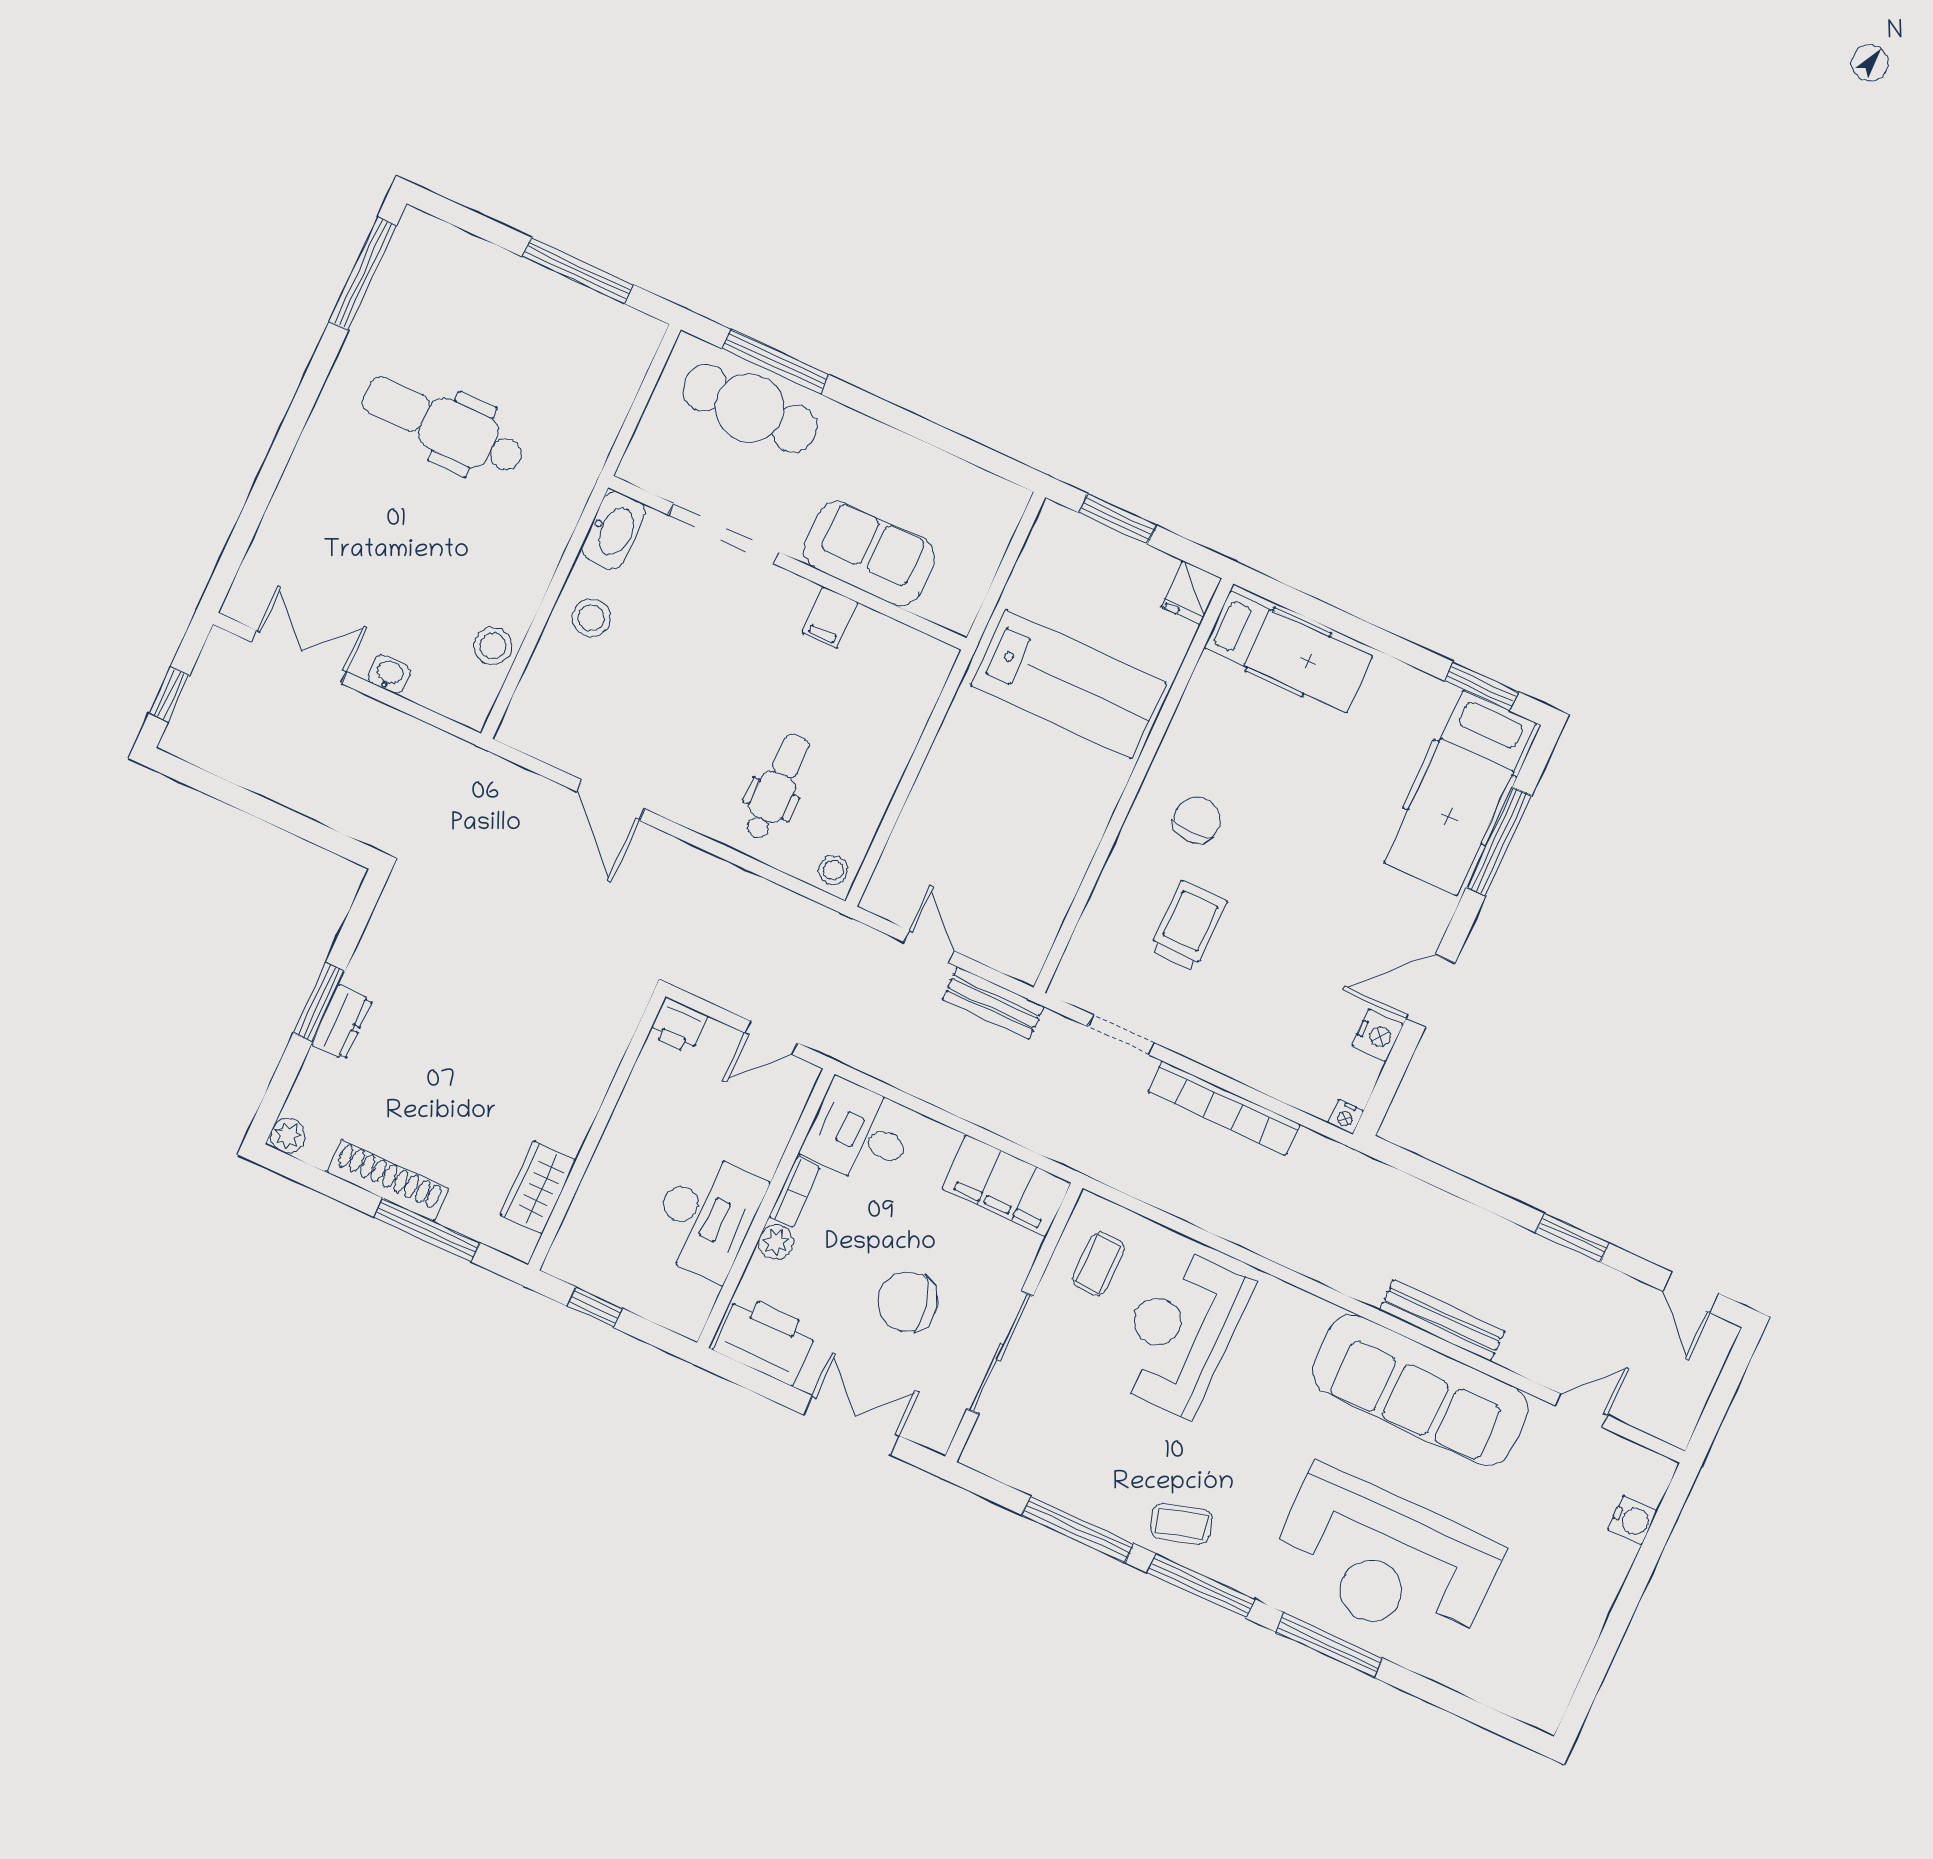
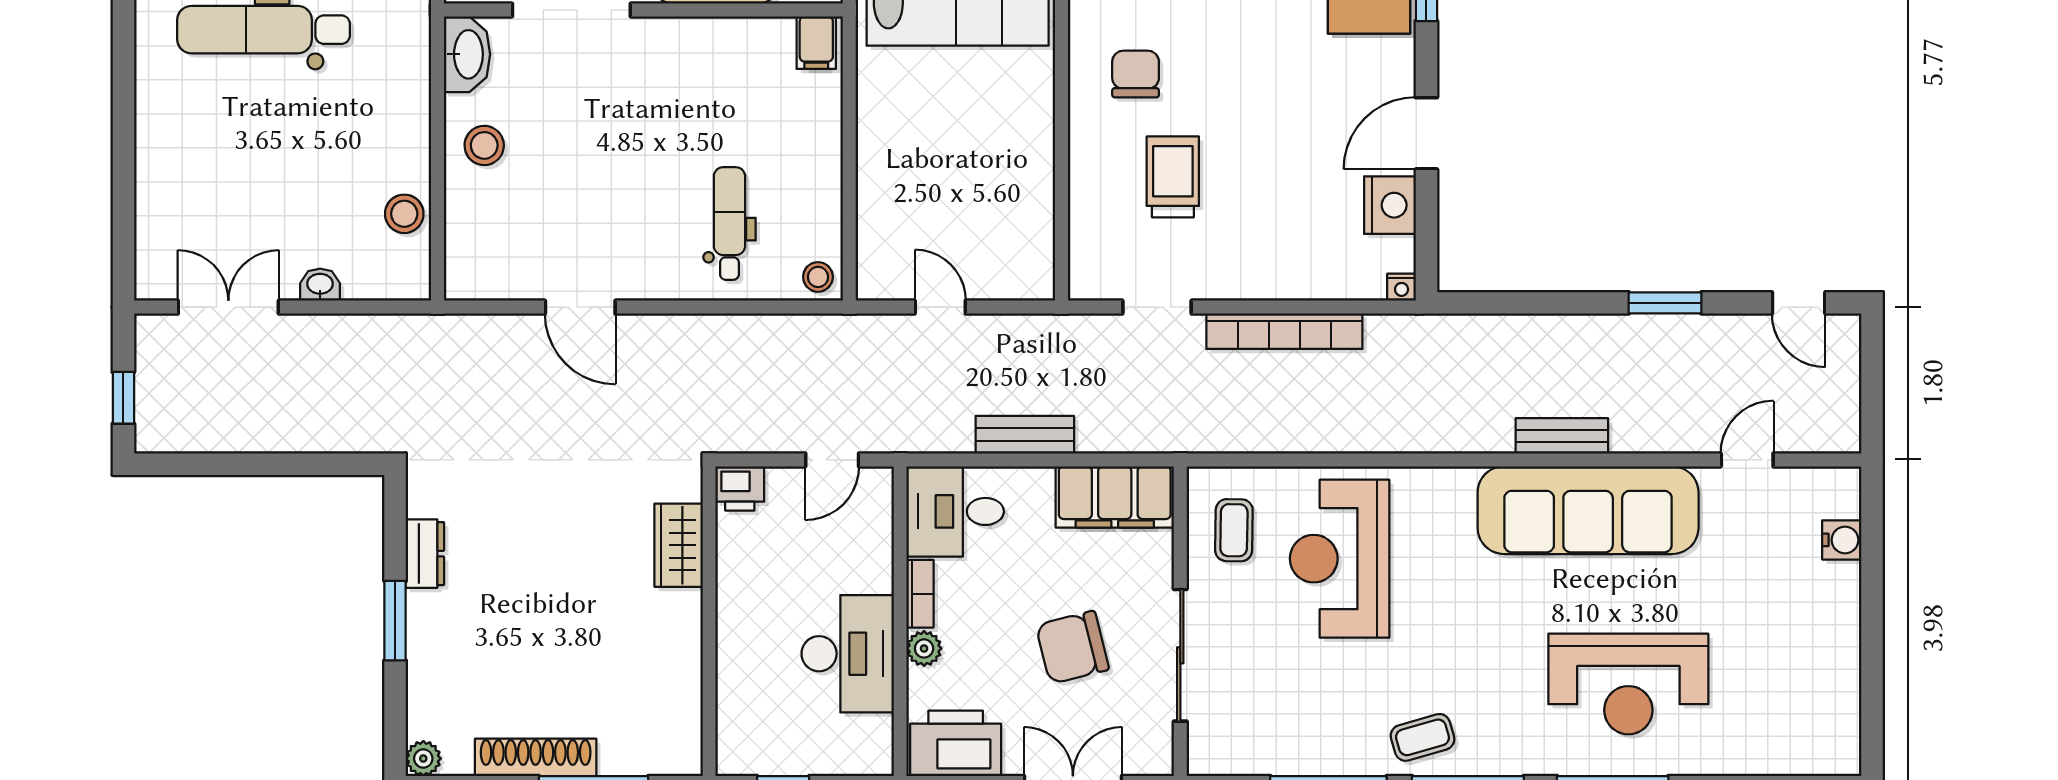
filing cabinet: (830, 617) -> (816, 43), moved
bench: (993, 1003) -> (1025, 435), moved
dresser: (342, 1022) -> (425, 554), moved
nightstand: (1378, 1035) -> (1390, 205), width x1.36, depth x1.33
wardrobe: (538, 1188) -> (679, 545), moved
bench: (1442, 1321) -> (1562, 436), width x0.73
reception desk: (1385, 1560) -> (1628, 684), width x0.74, depth x0.77

